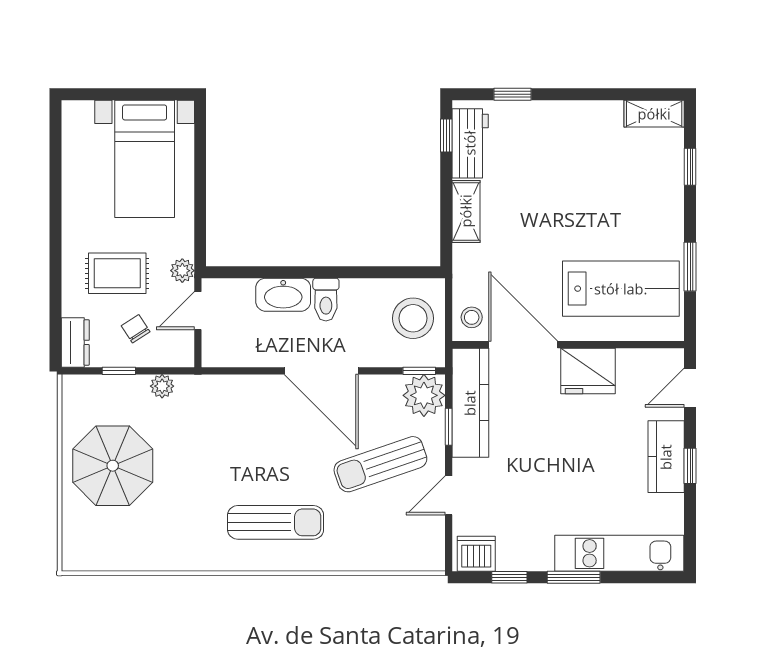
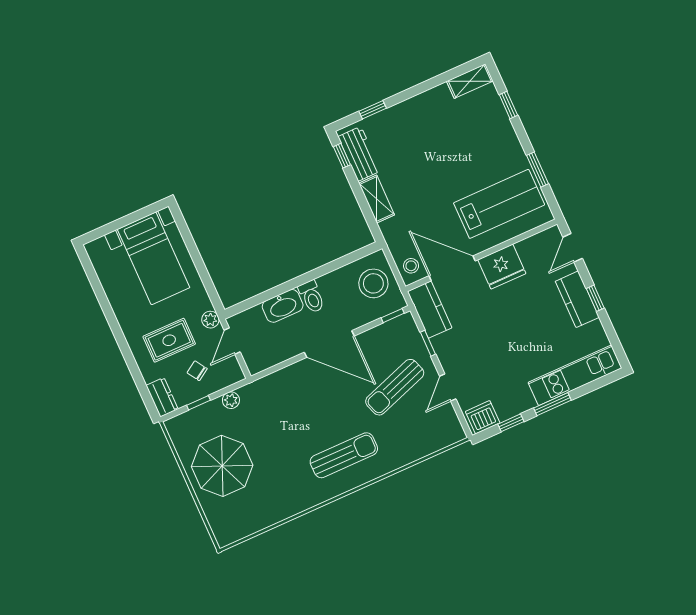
plant: (424, 395) -> (403, 330), removed
kitchen counter: (470, 403) -> (430, 310), width x0.67

